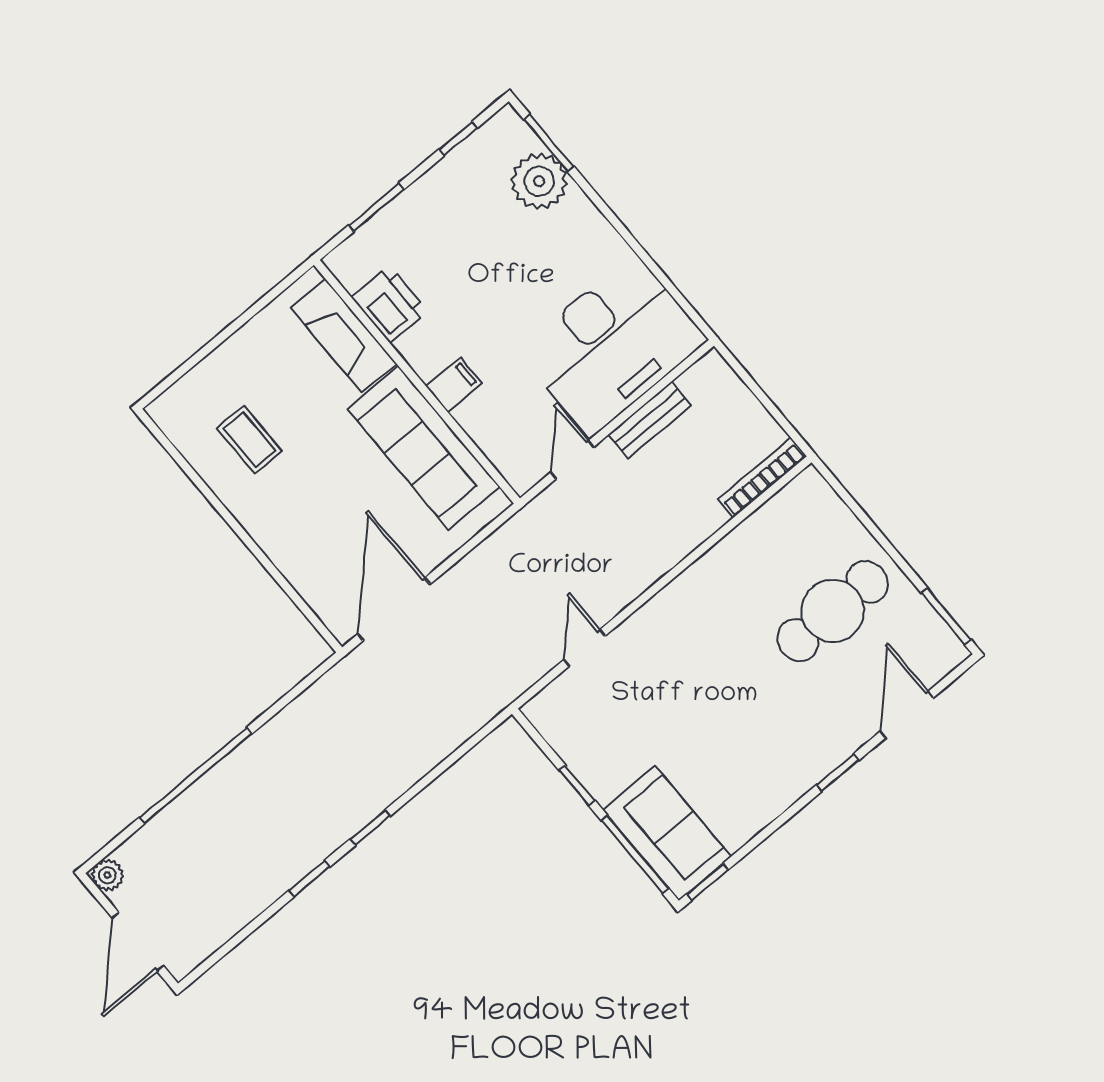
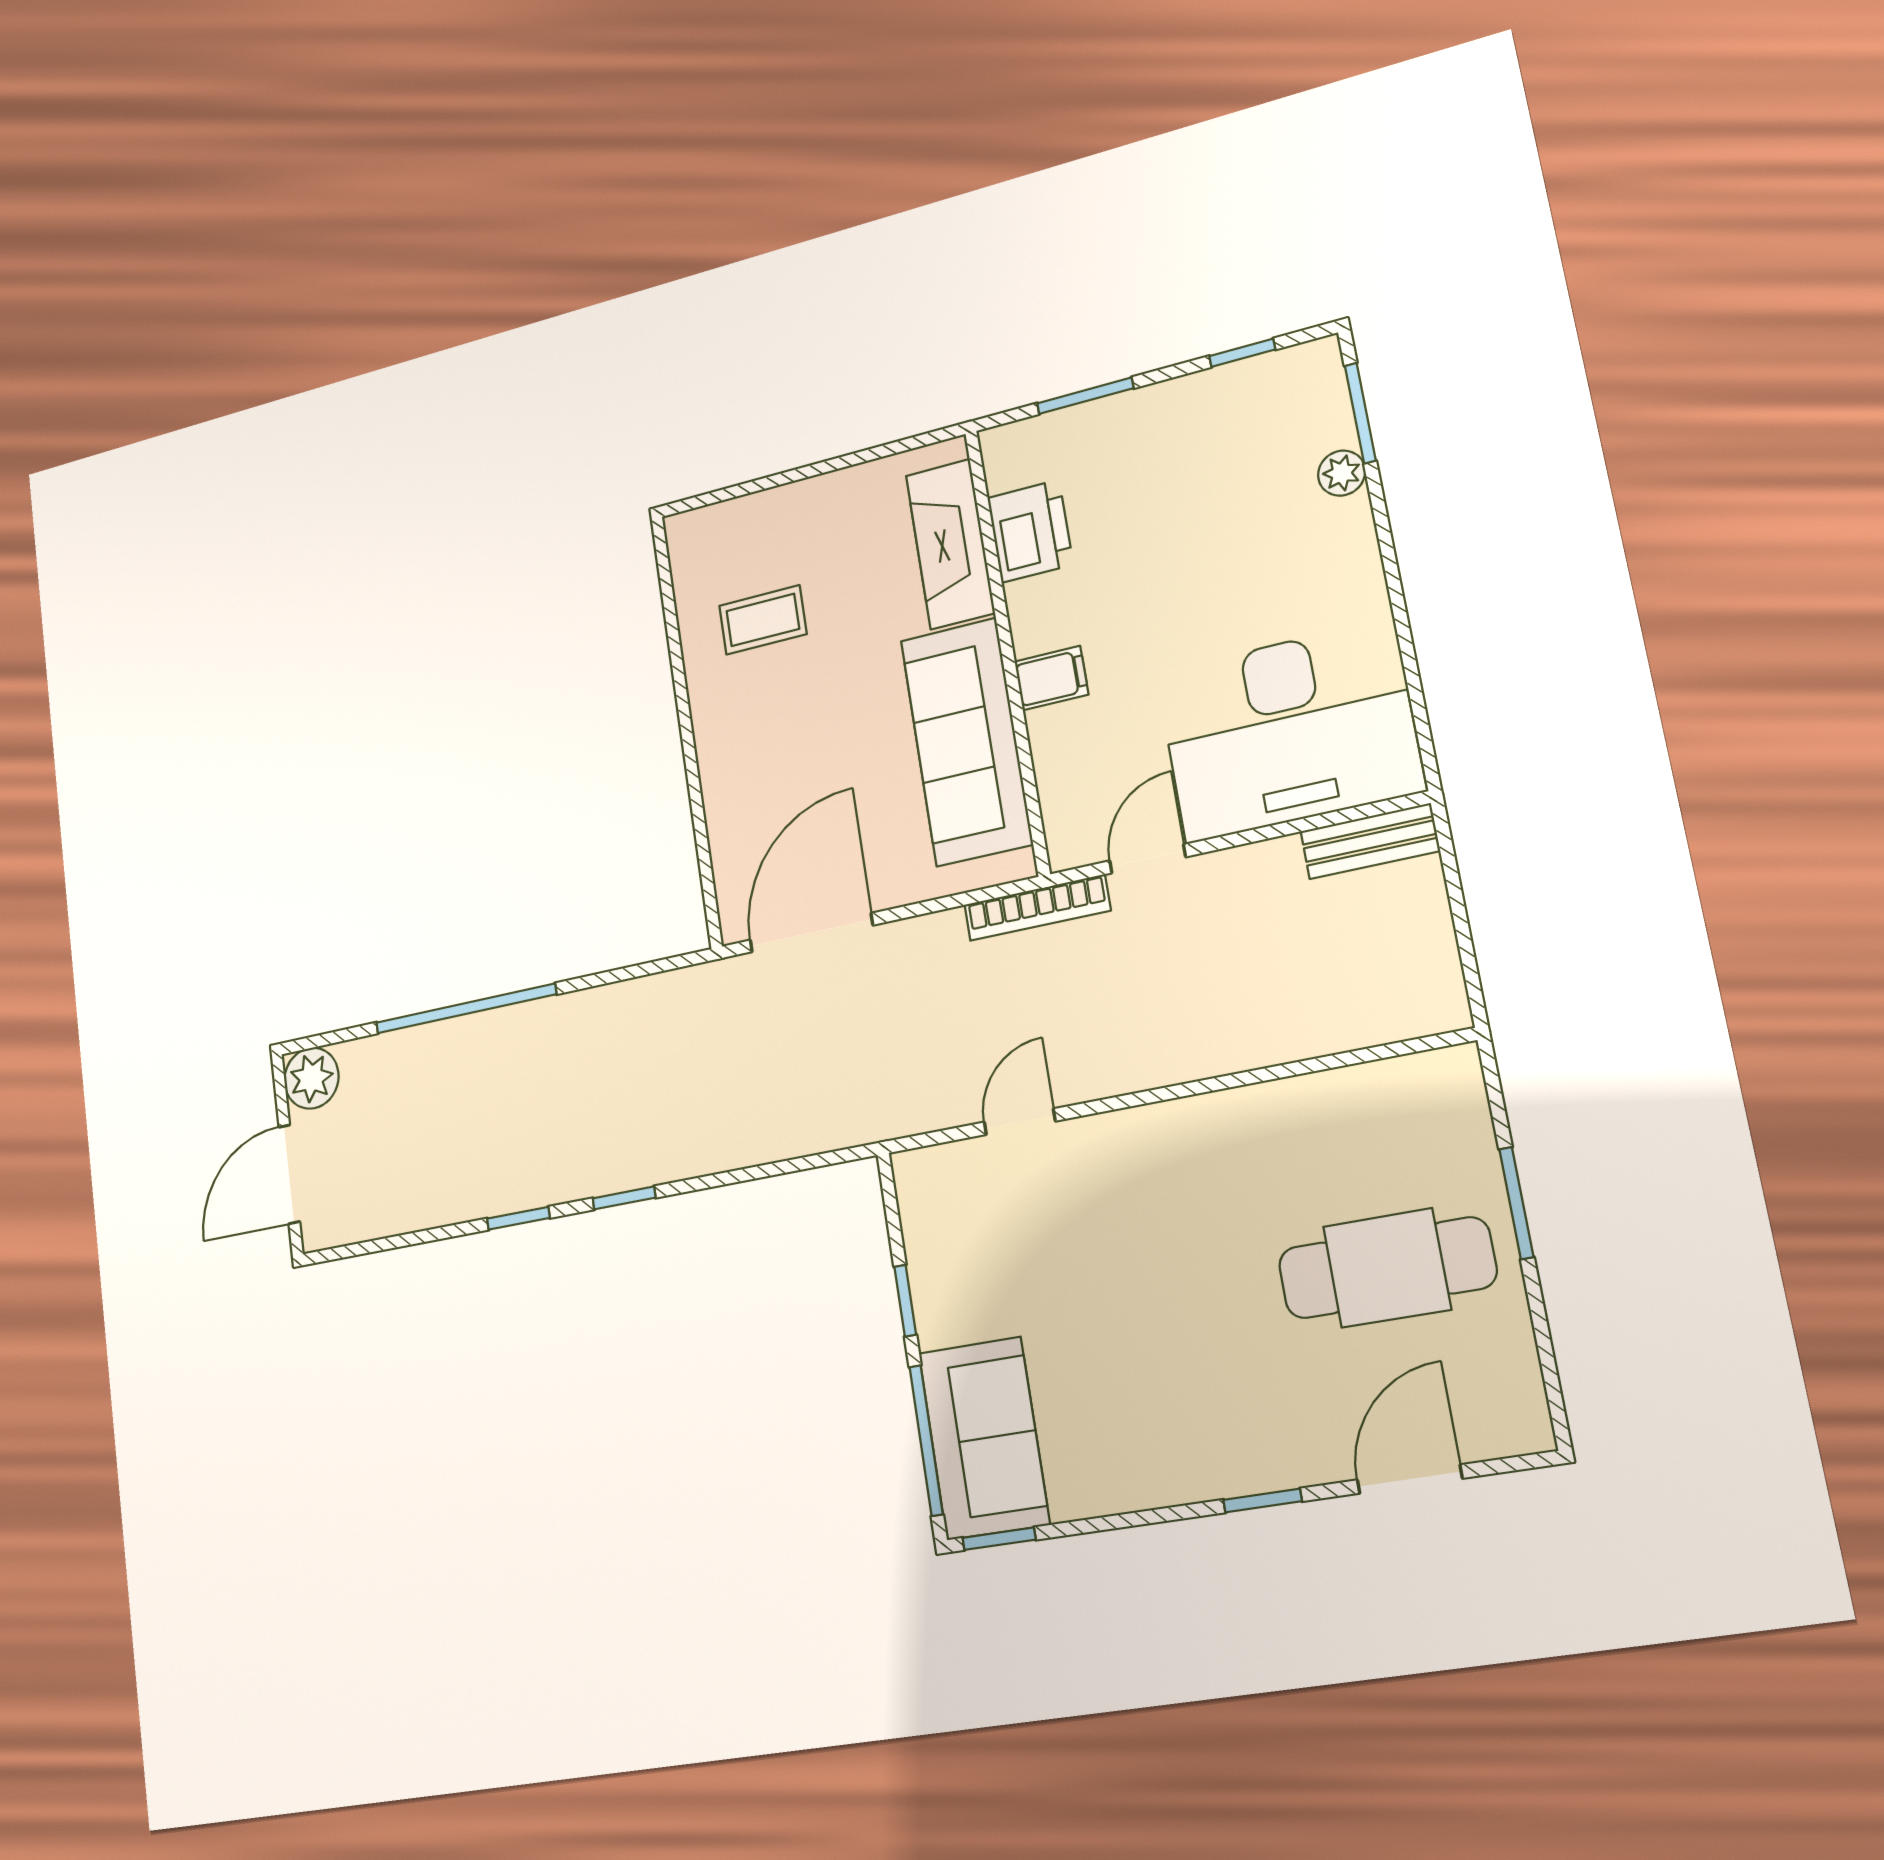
plant: (539, 181) -> (1342, 473), width x0.53, depth x0.53
bench: (650, 420) -> (1370, 841), moved
coffee table: (249, 440) -> (763, 620), turned 90
bookcase: (762, 478) -> (1037, 908), moved, turned 180
window: (946, 616) -> (1516, 1203), moved
plant: (107, 875) -> (311, 1078), width x1.38, depth x1.38

